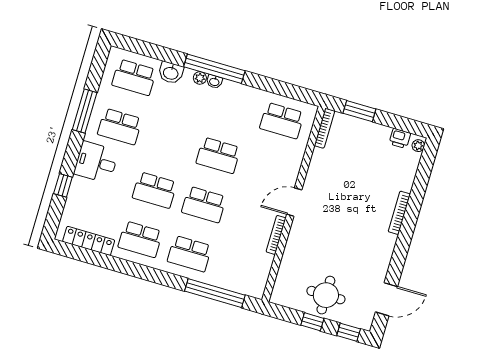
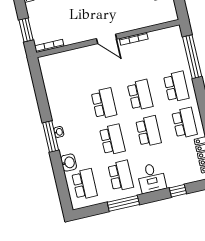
window: (214, 69) -> (51, 137), width x0.68
plant: (200, 78) -> (62, 142), removed
school desk: (282, 121) -> (112, 140), moved

